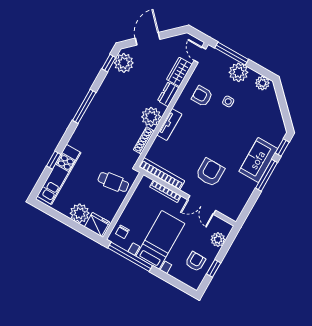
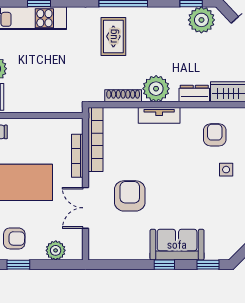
rug: (102, 125) -> (113, 36), added
armchair: (210, 172) -> (130, 196), turned -90
window: (266, 175) -> (164, 265), width x0.46
cafe table: (113, 182) -> (53, 88), removed

